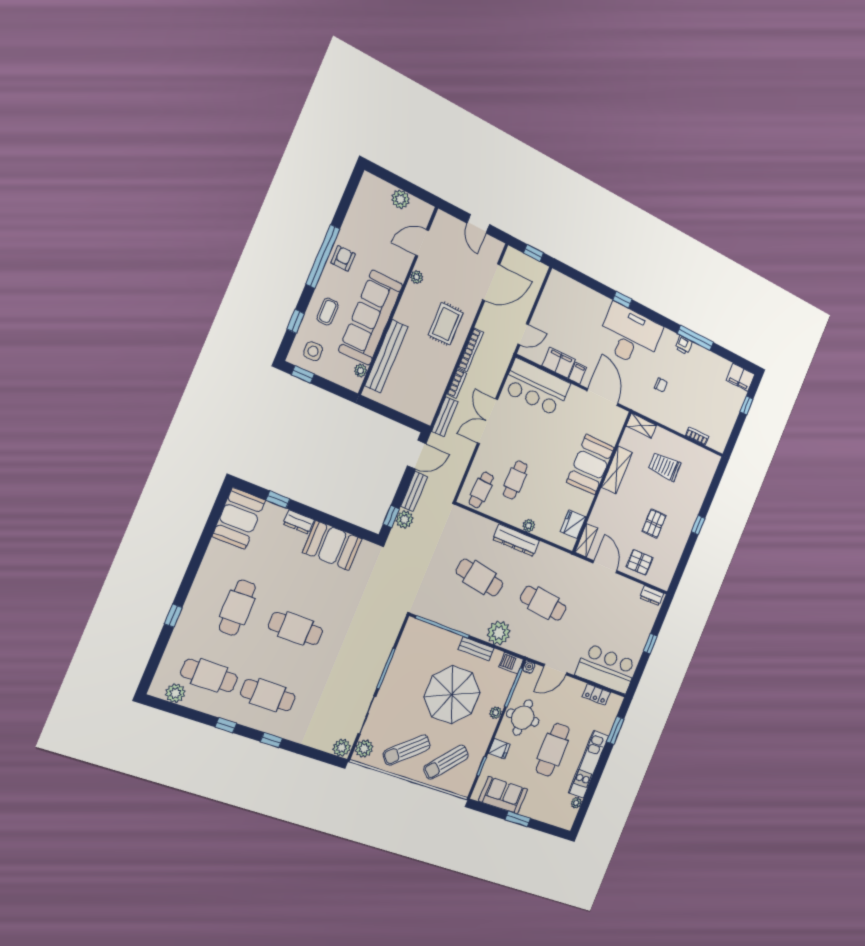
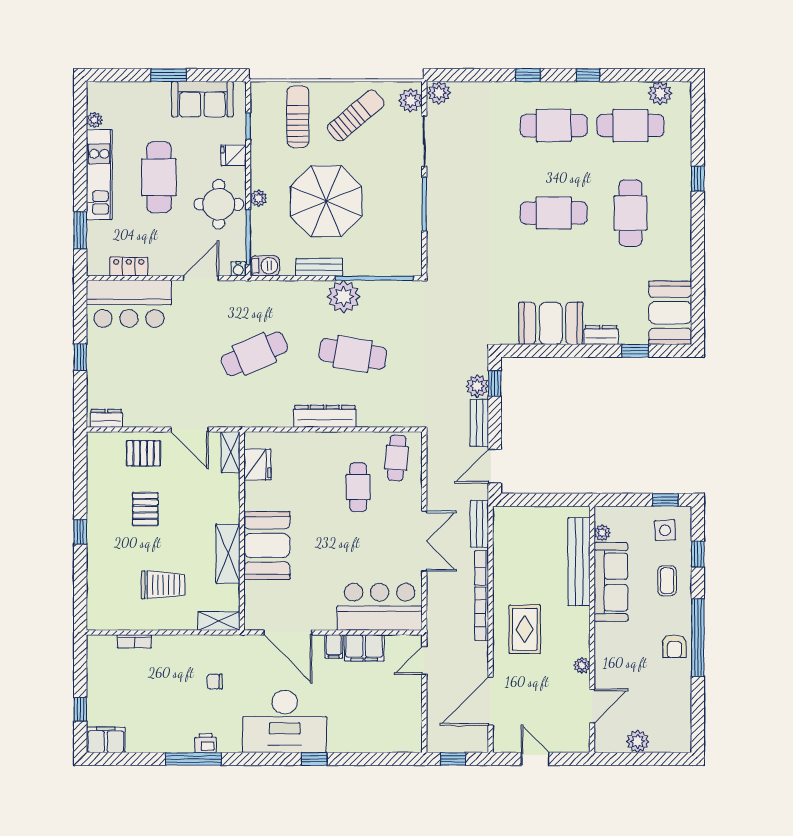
sofa: (371, 318) -> (611, 582), width x0.74, depth x0.79
plant: (529, 526) -> (316, 440), removed
cafe table: (543, 603) -> (254, 354), turned -30
plant: (499, 633) -> (343, 297), moved
sun lounger: (446, 762) -> (298, 117), turned -42

